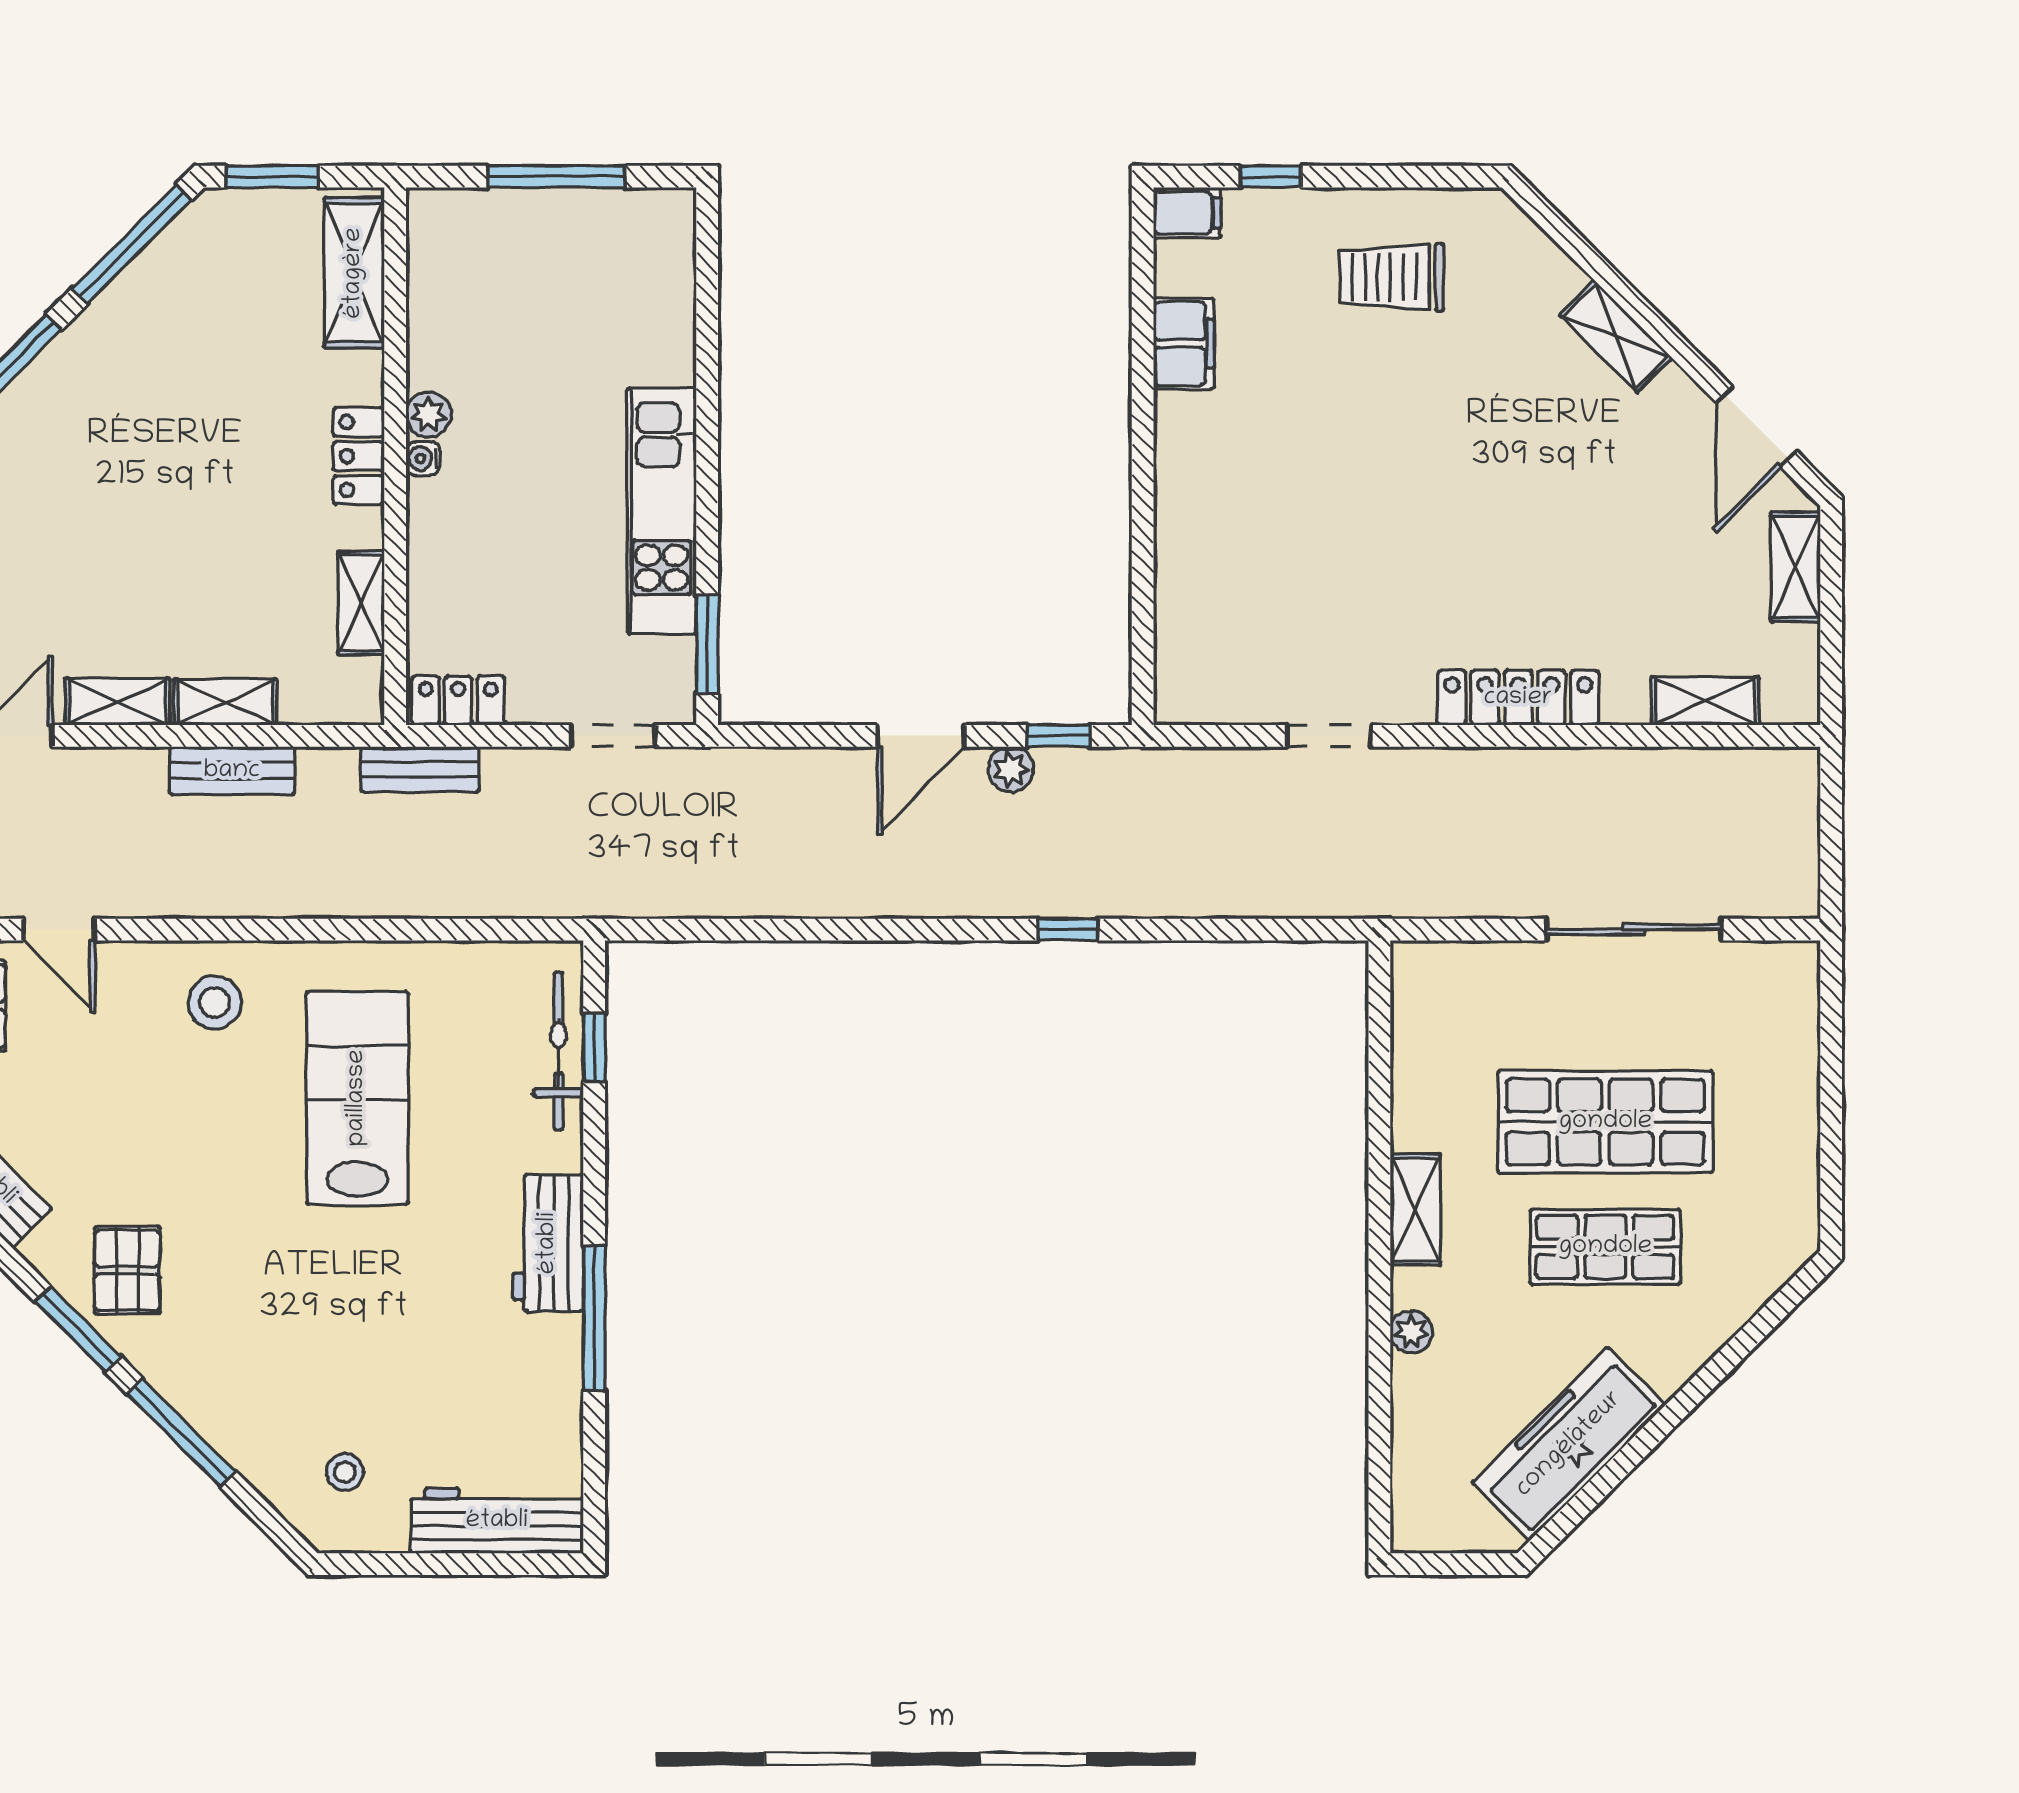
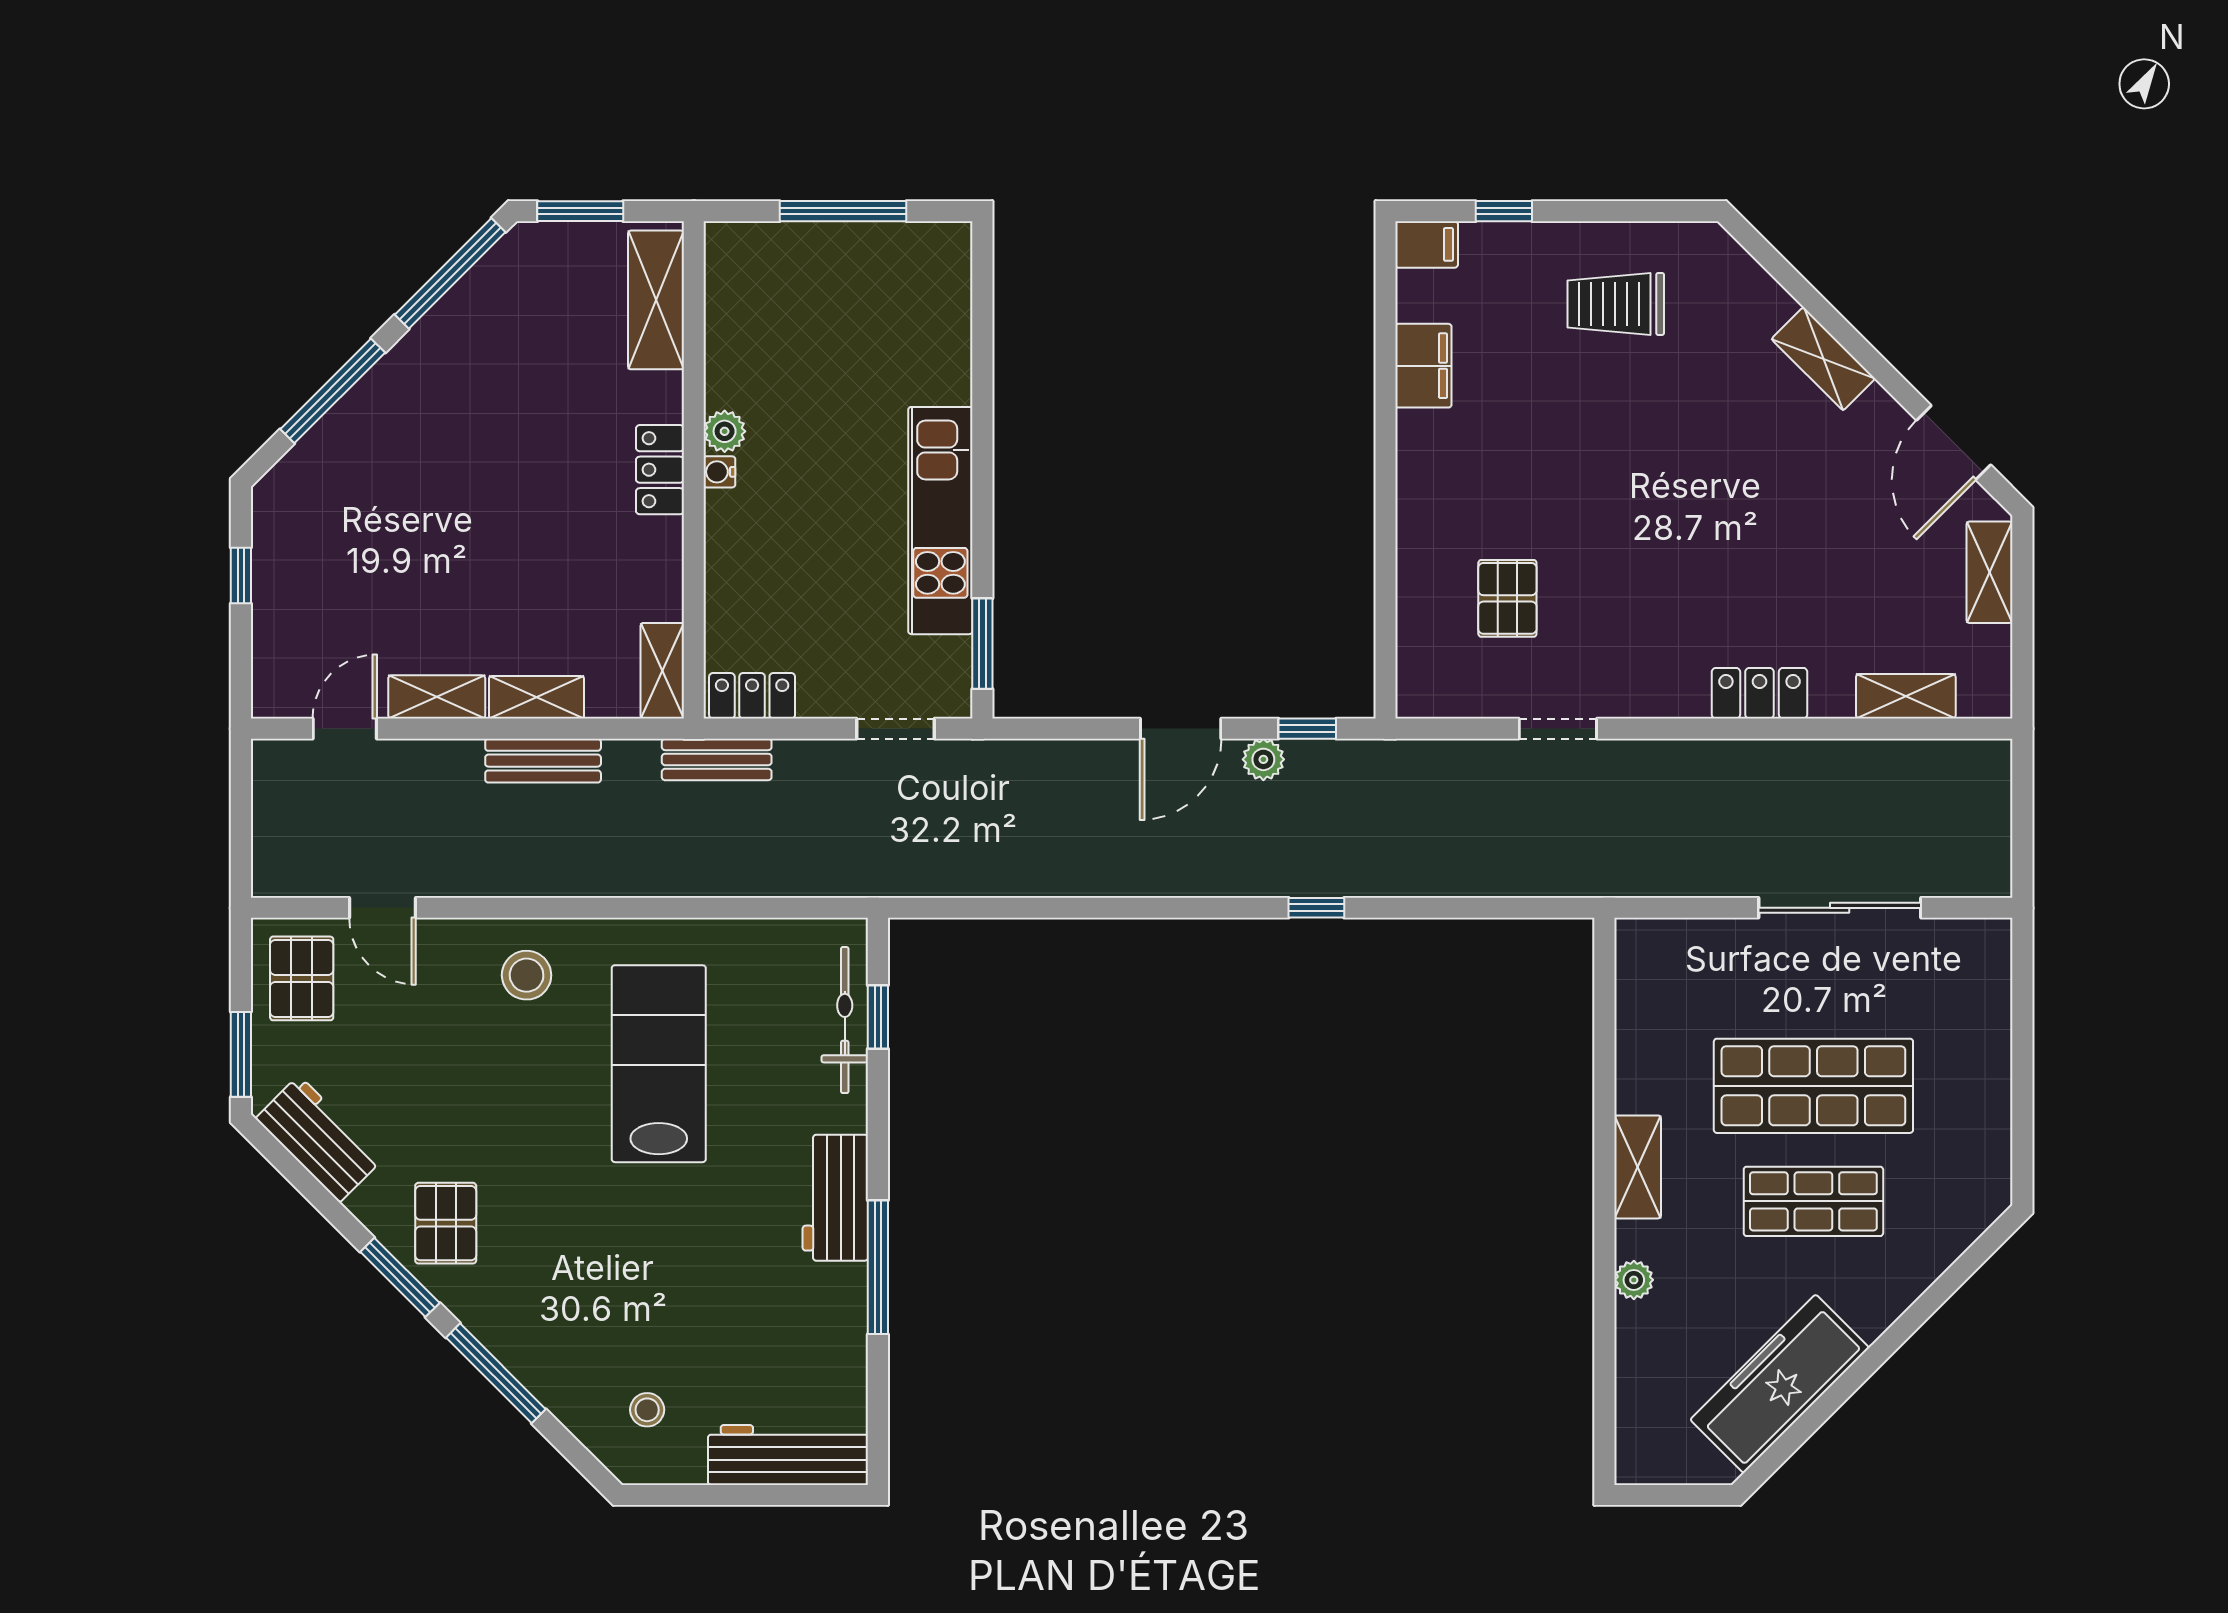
pallet: (1275, 595) -> (1507, 598), added
shelving: (361, 603) -> (662, 671), moved
locker: (1518, 698) -> (1760, 693), width x0.66

